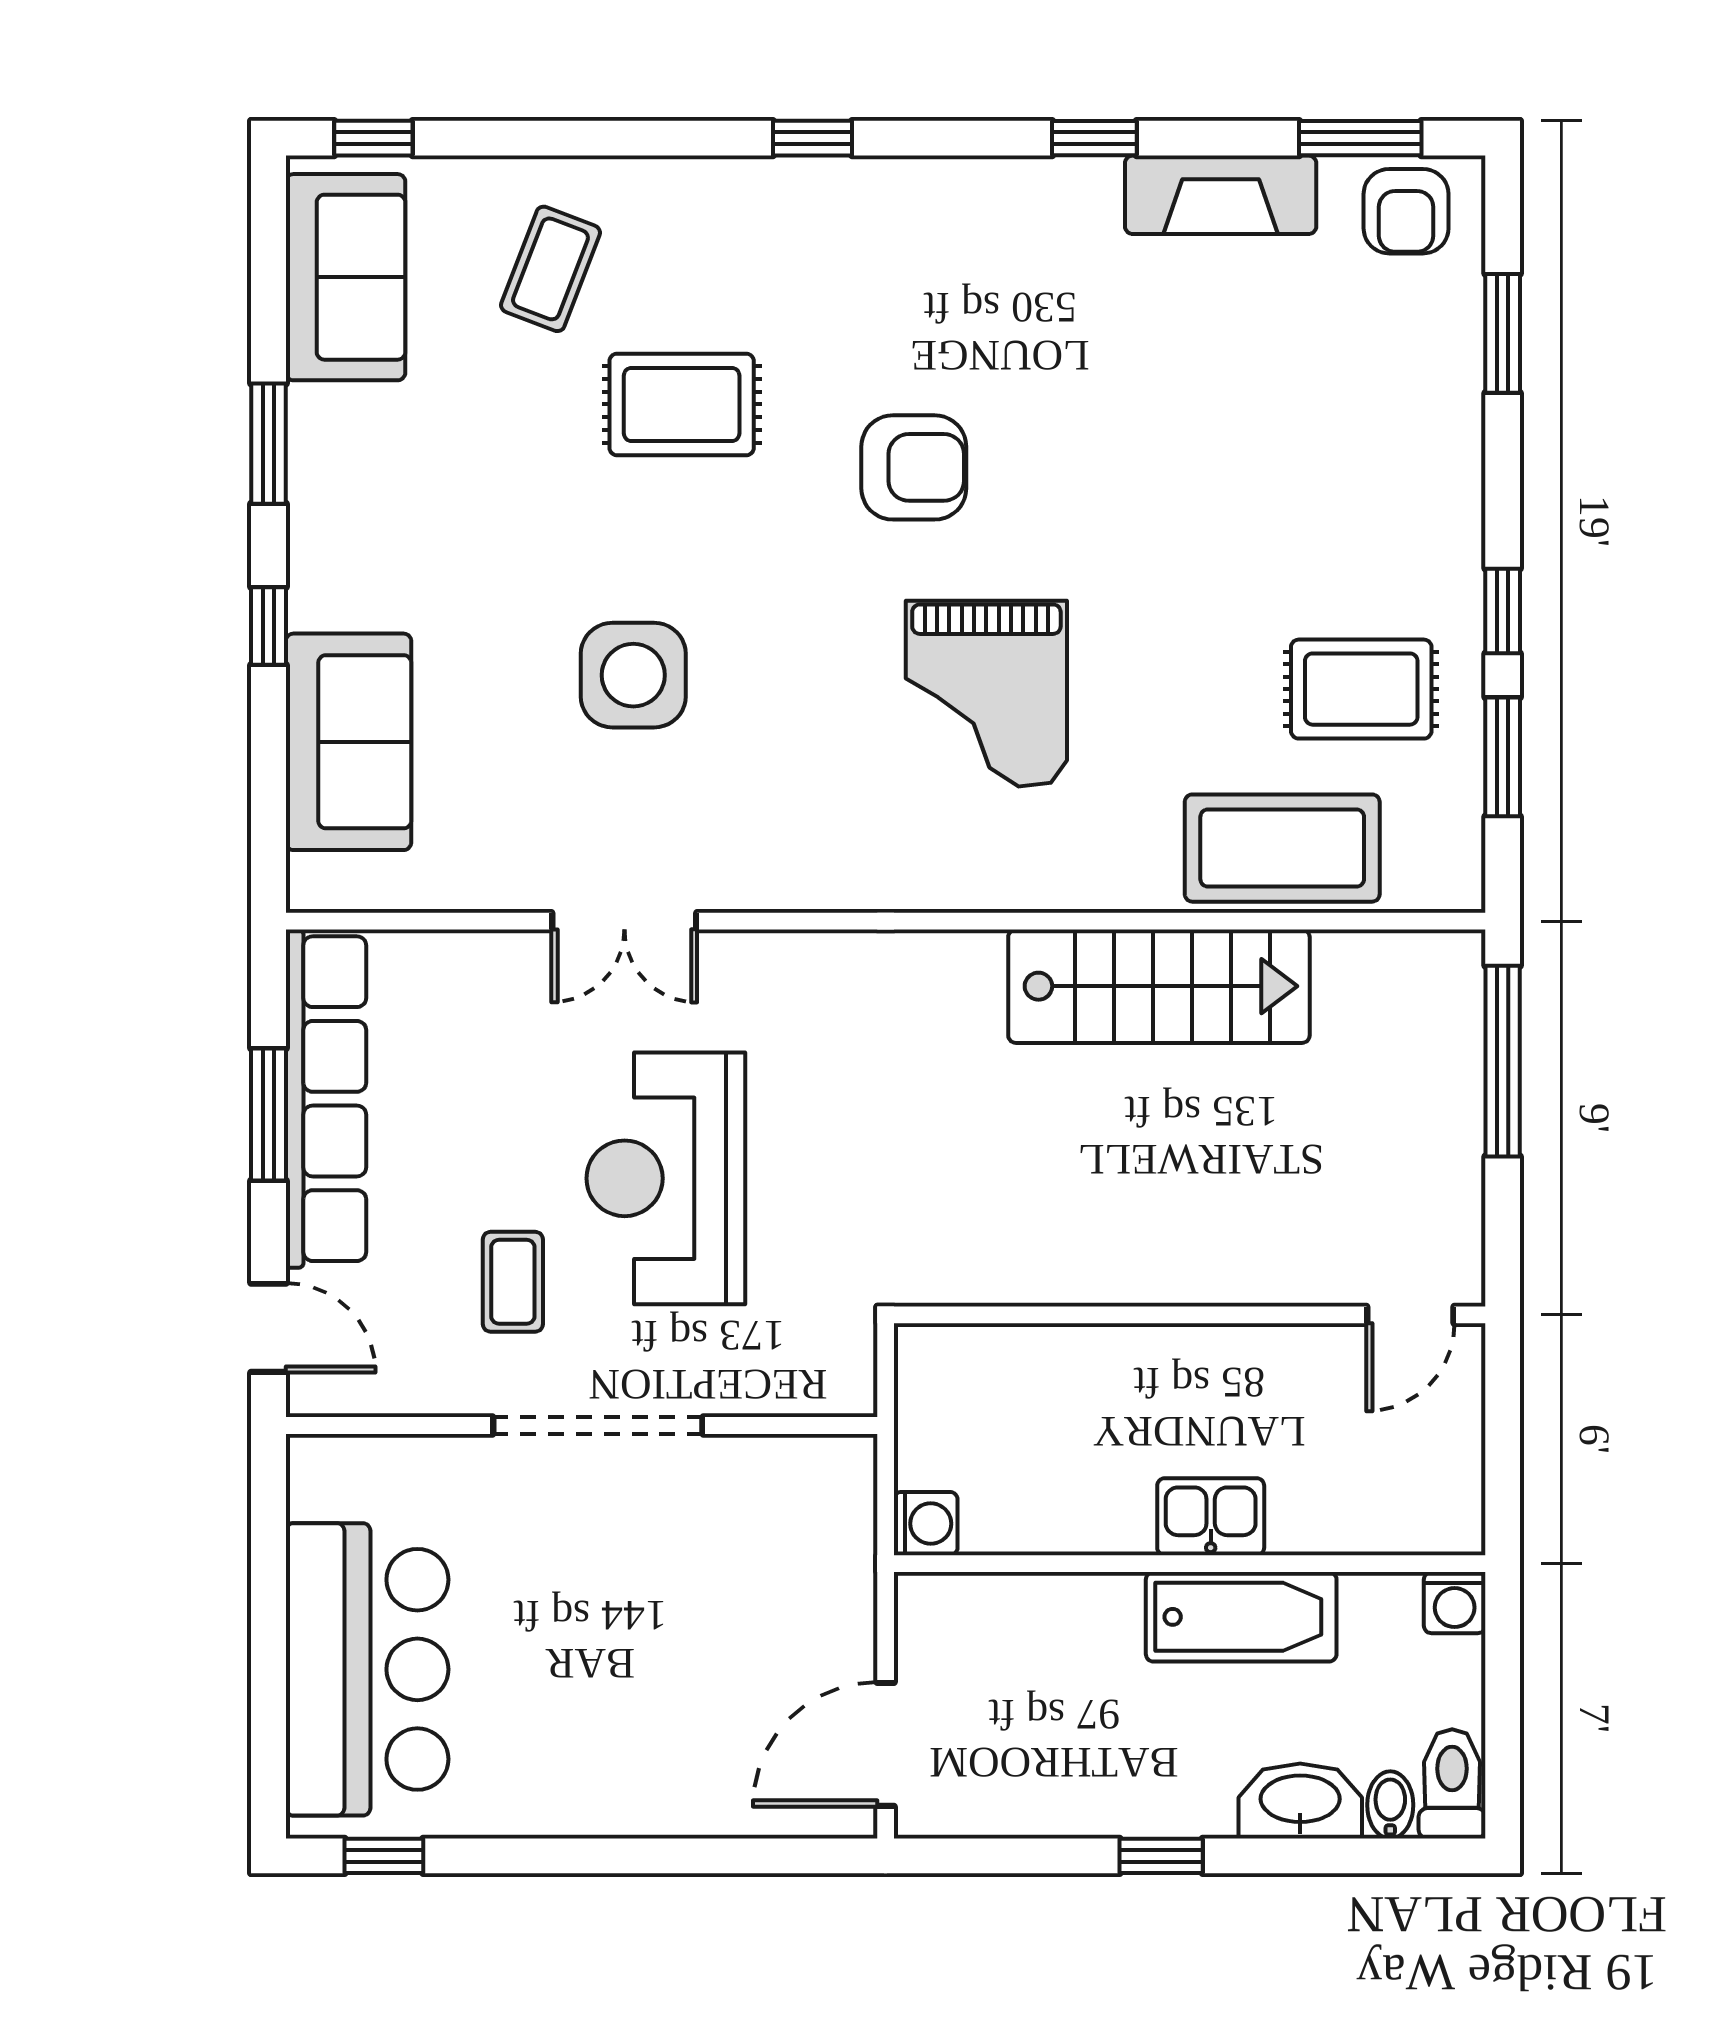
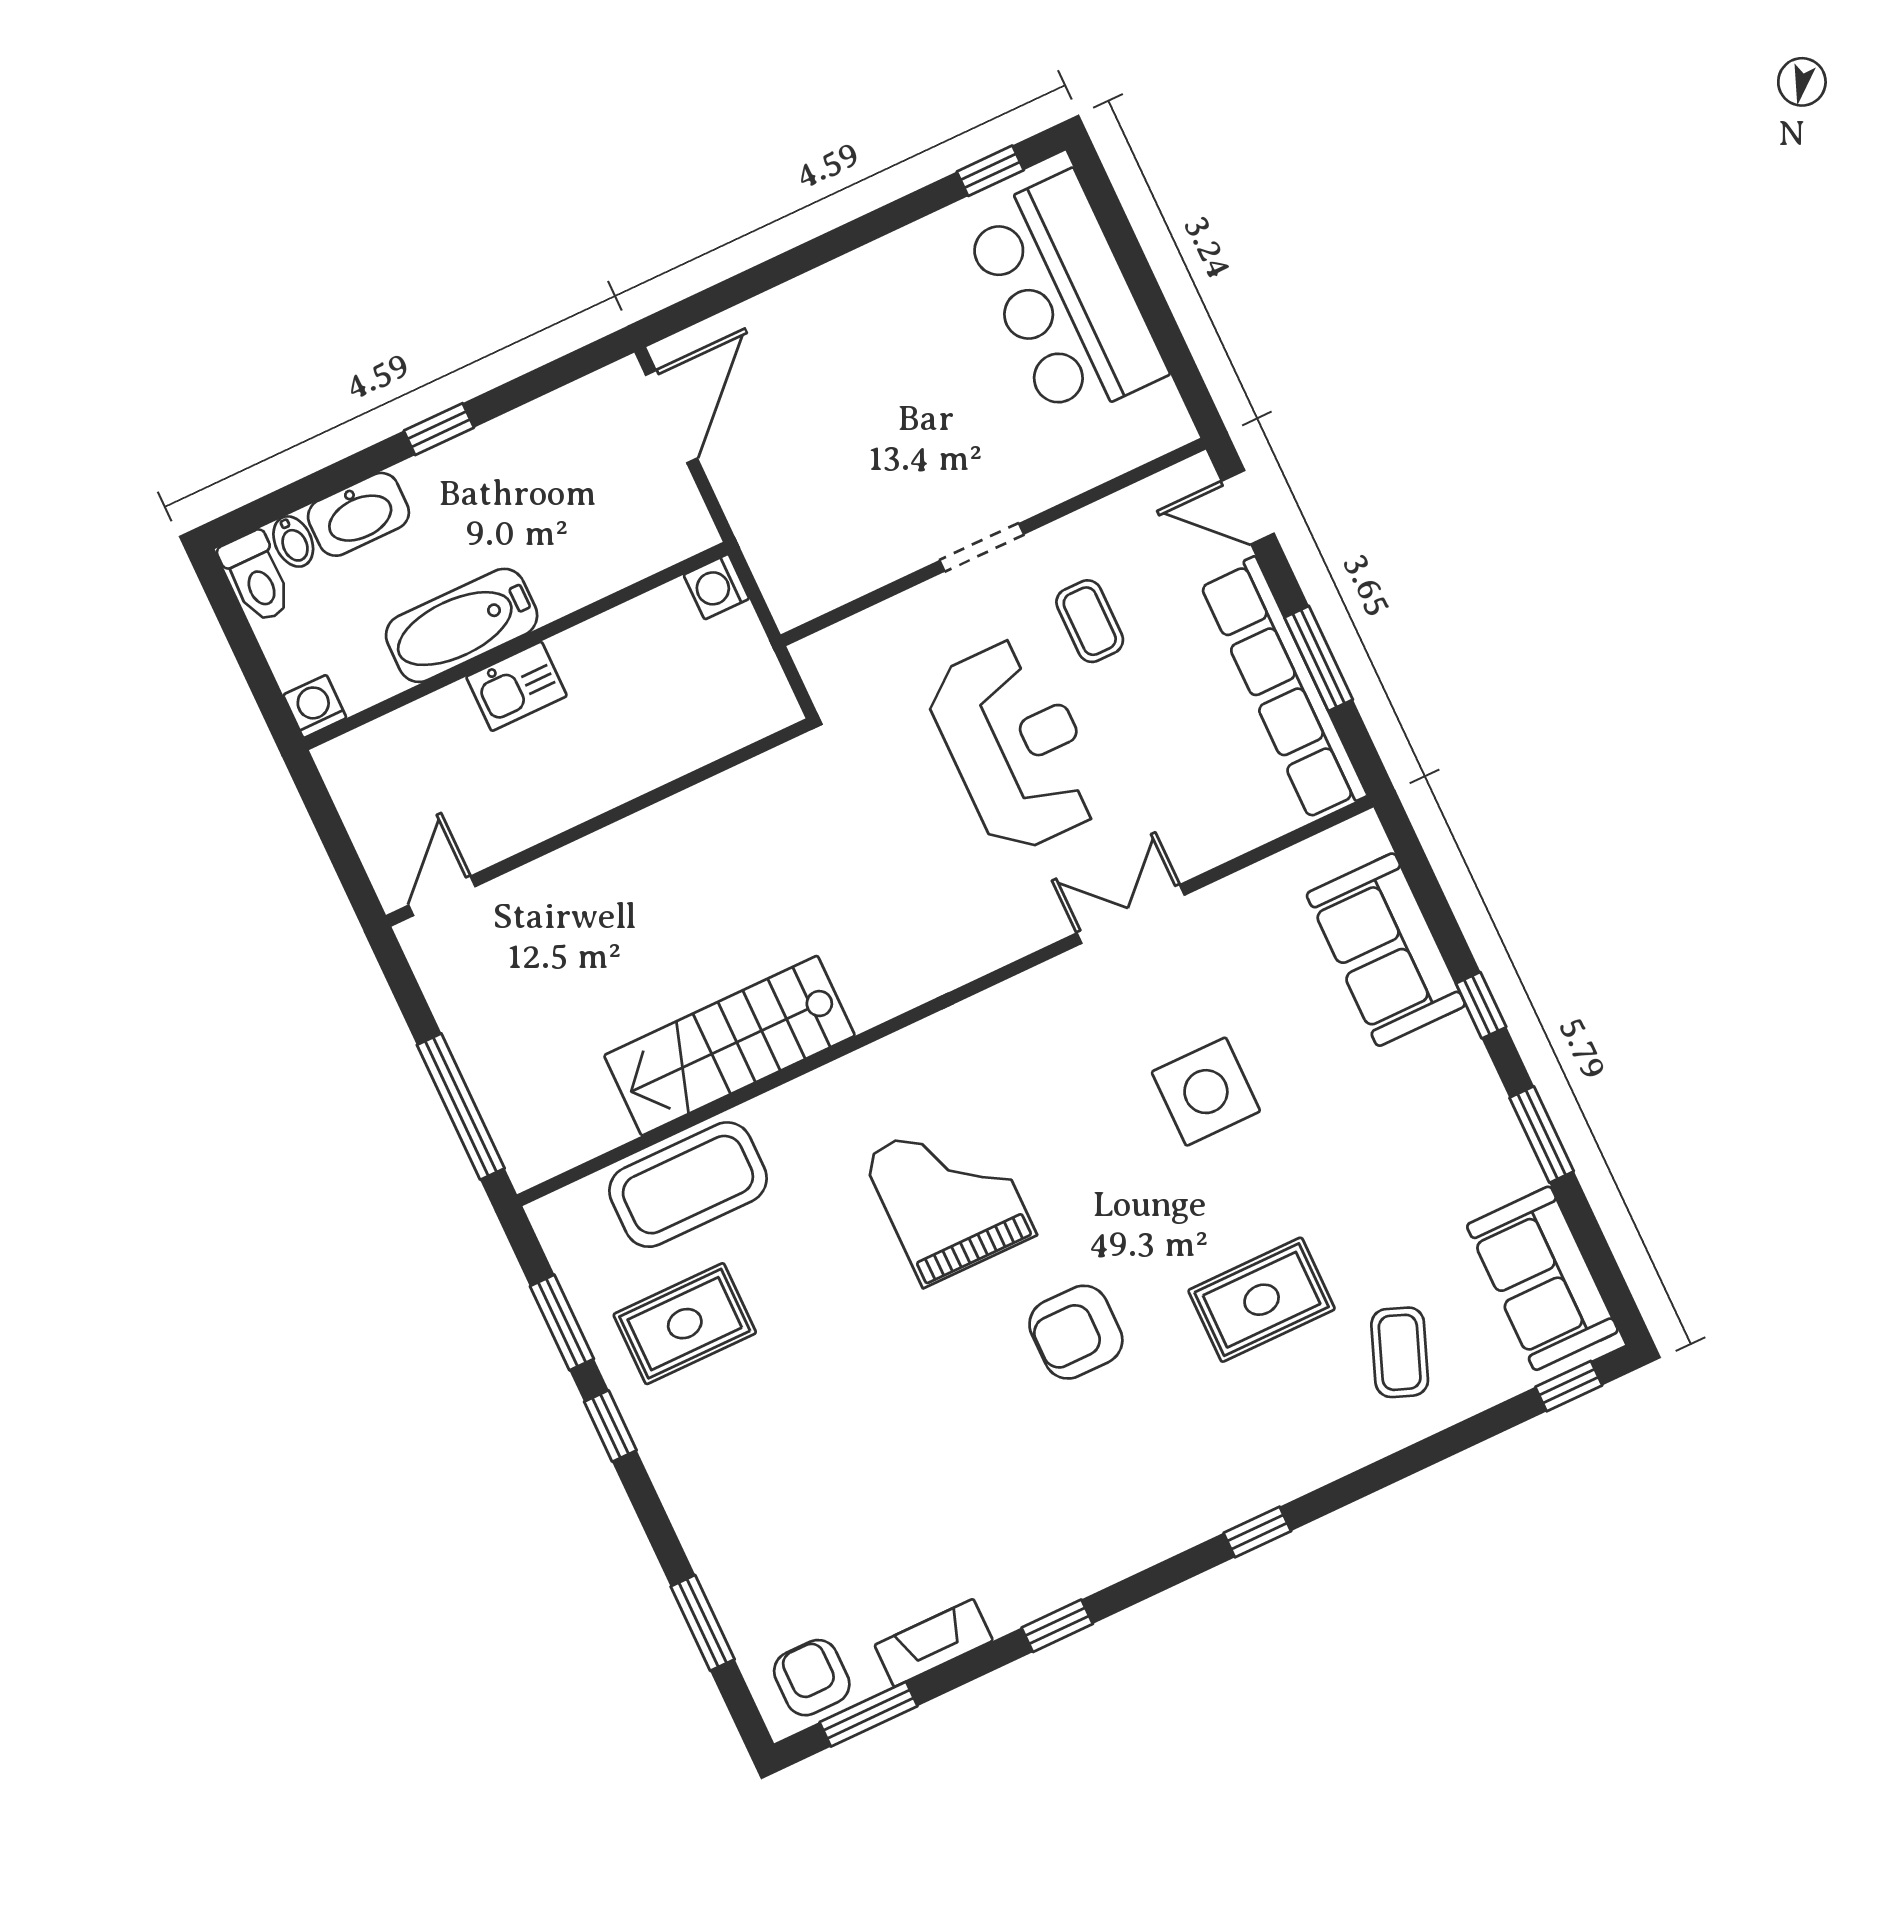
fireplace: (1221, 195) -> (934, 1643), width x0.73, depth x0.76
doorway: (598, 1425) -> (982, 547), width x0.53

